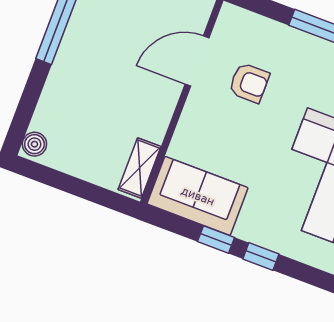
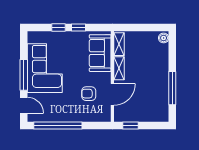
shelving: (160, 114) -> (119, 68), added
sofa: (198, 196) -> (100, 53), moved, turned 90

